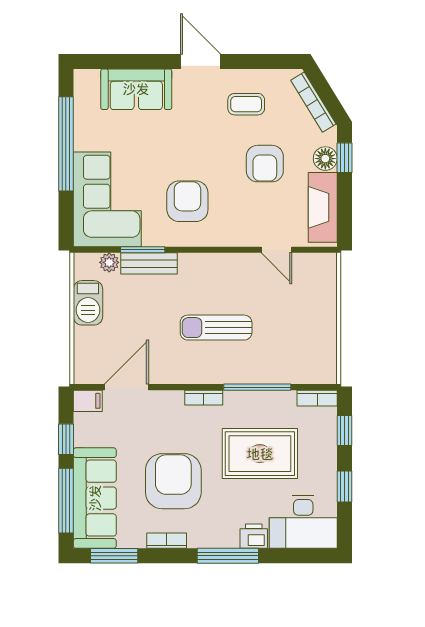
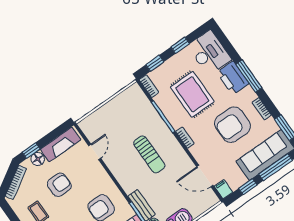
printer: (254, 536) -> (233, 78), width x1.87, depth x1.48

